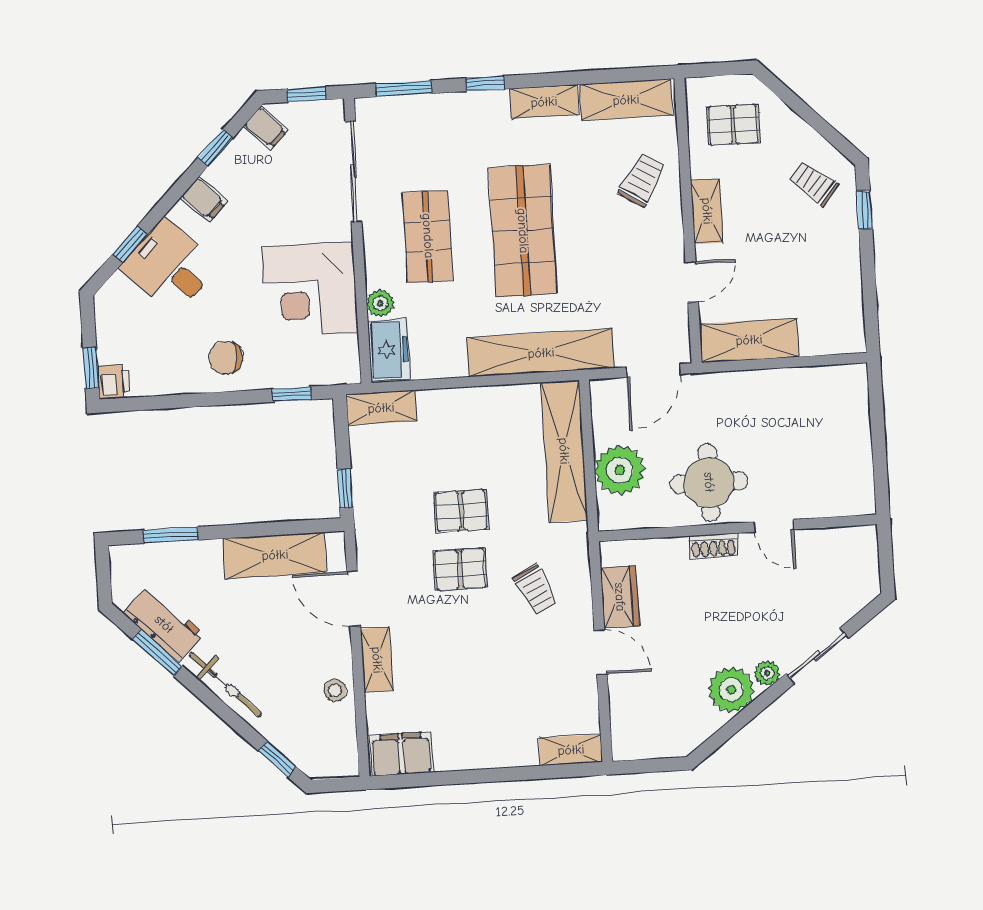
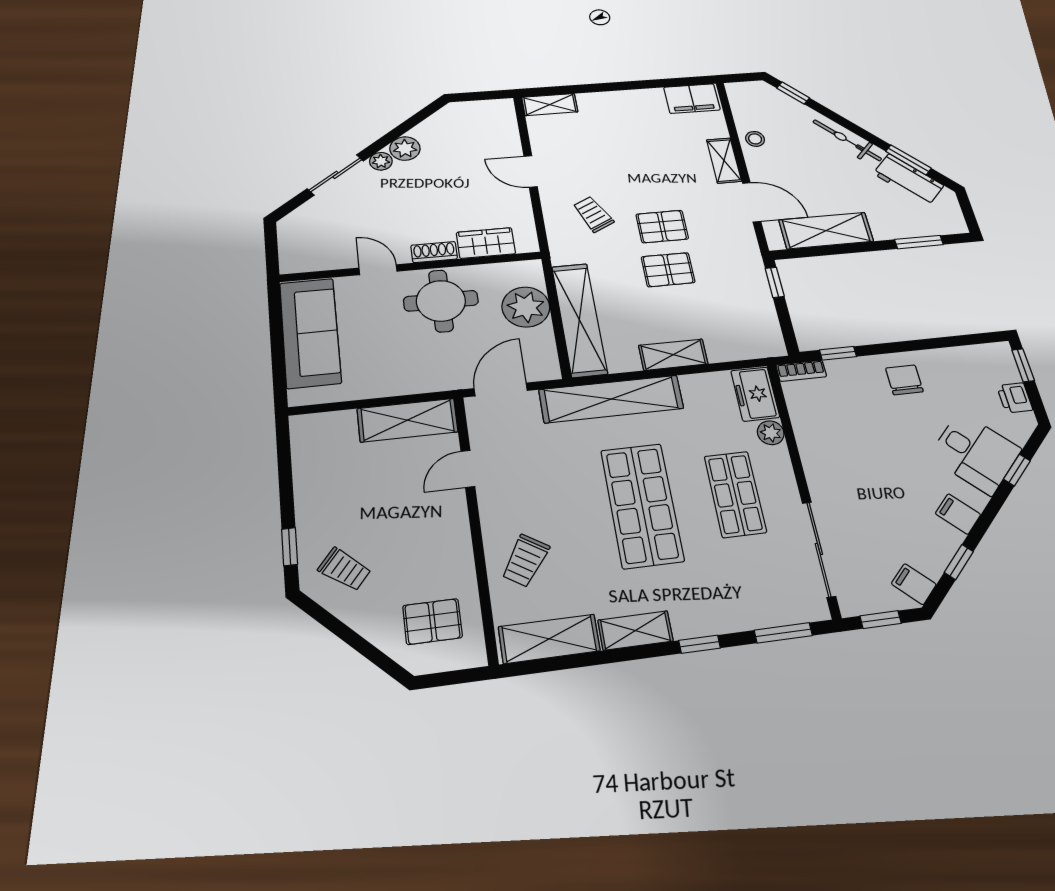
shelving: (707, 211) -> (456, 535), removed
corner desk: (310, 290) -> (839, 441), removed
chair: (226, 358) -> (904, 380), turned -95
bookcase: (335, 375) -> (801, 371), added
printer: (114, 382) -> (1015, 398), moved
shelving: (381, 408) -> (673, 355), moved
sofa: (845, 450) -> (310, 333), added
wardrobe: (620, 597) -> (486, 243), moved, turned 90
plant: (731, 690) -> (405, 149), width x0.73, depth x0.73

